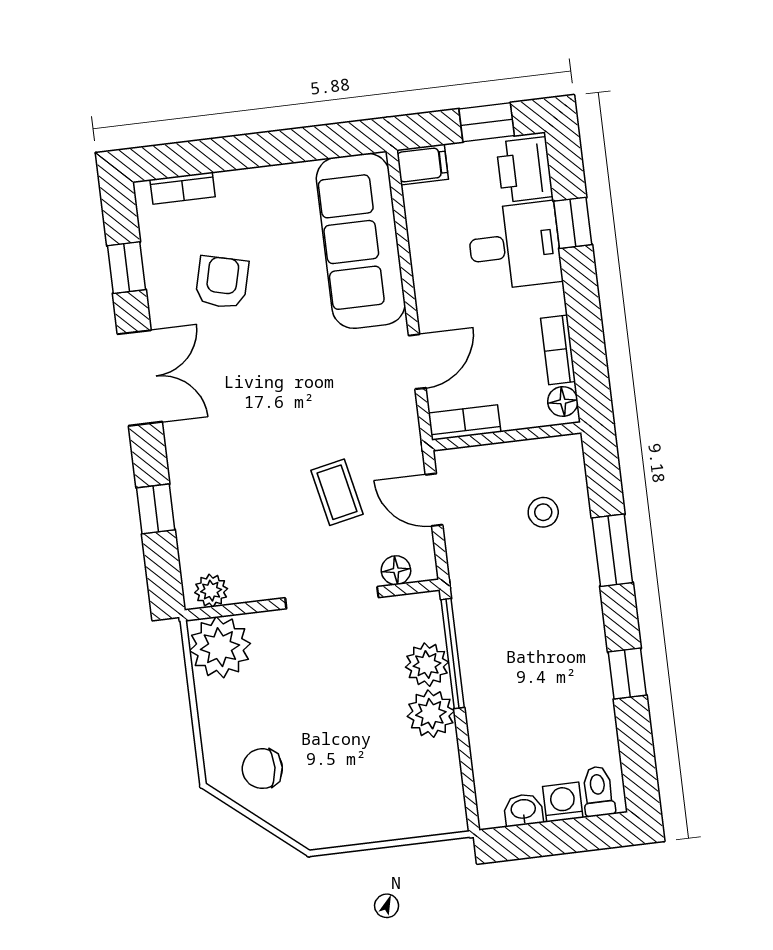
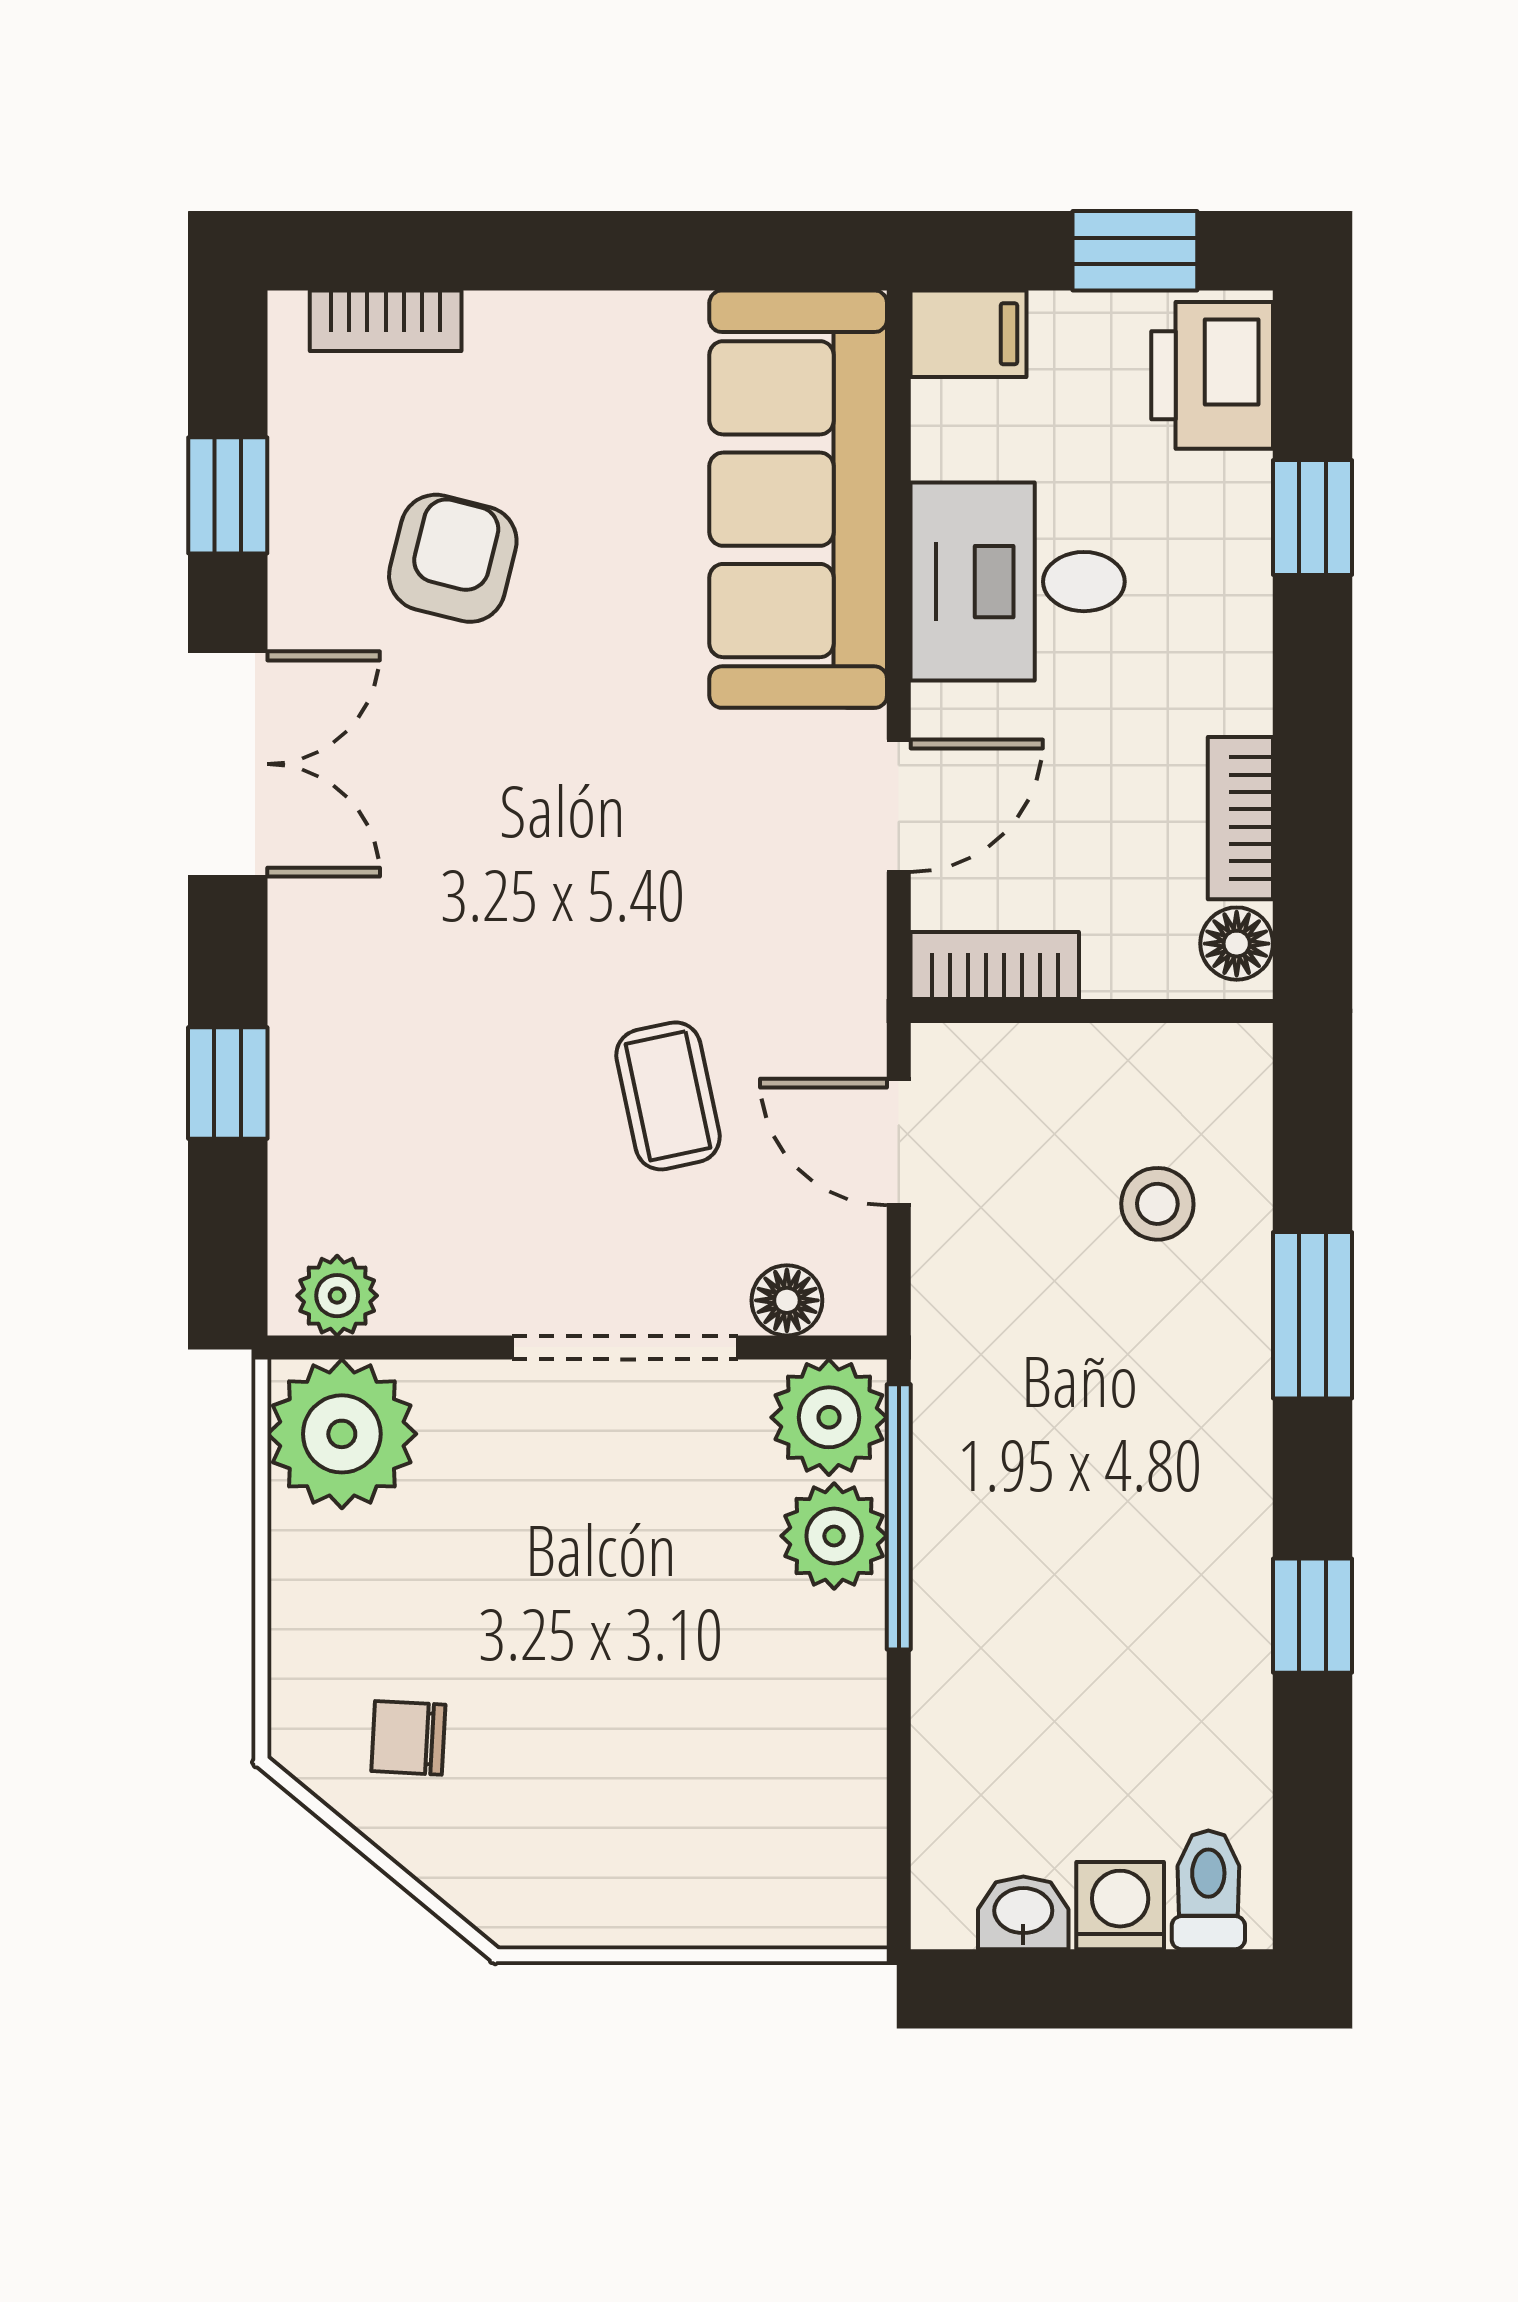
desk: (515, 246) -> (1018, 582), moved, turned 180
plant: (431, 714) -> (829, 1417), moved
chair: (262, 769) -> (408, 1738), width x0.73, depth x0.73

